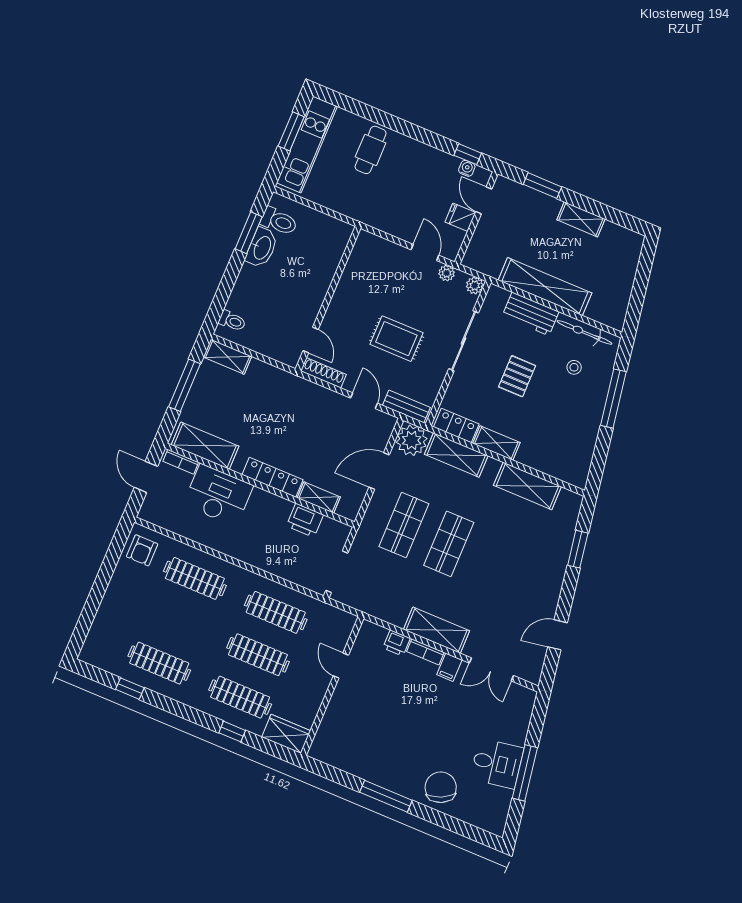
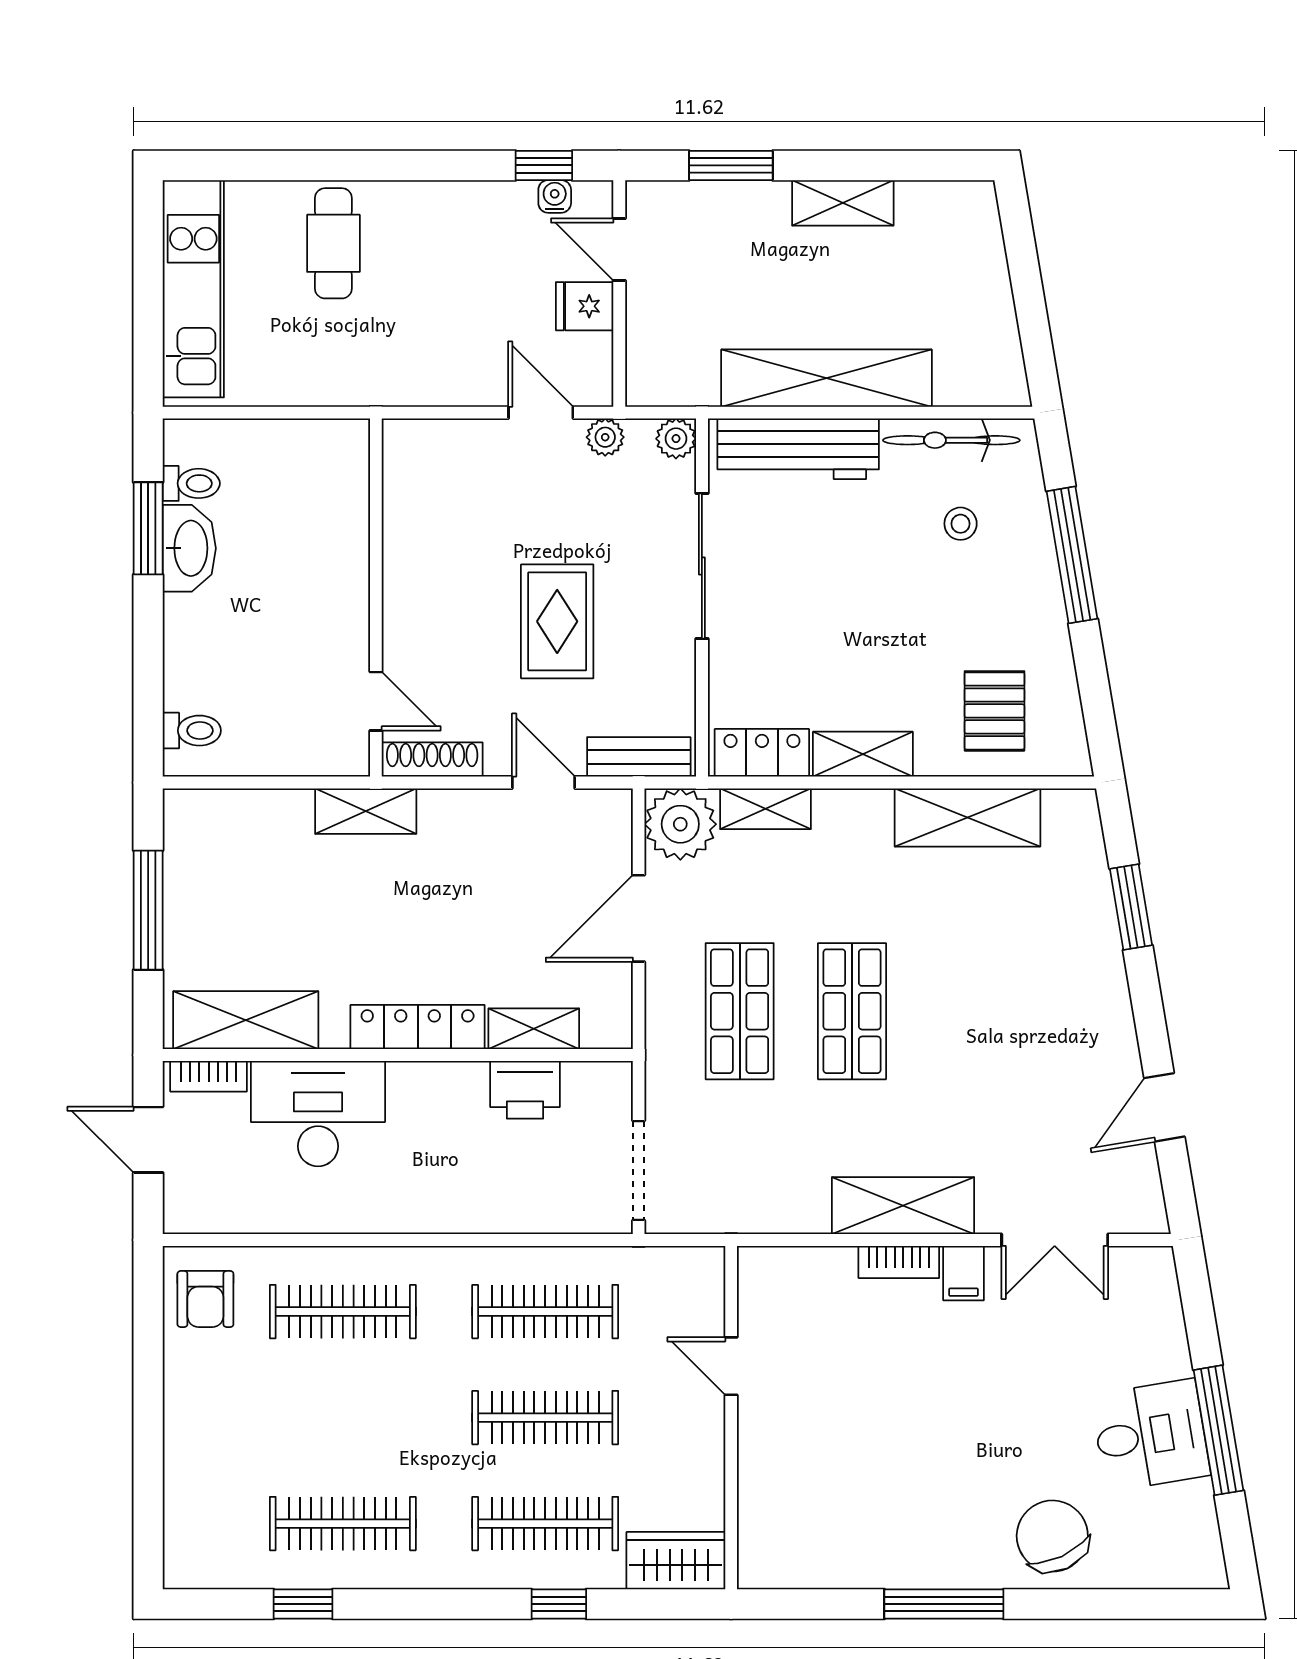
window: (291, 131) -> (148, 275), removed
toilet: (279, 221) -> (191, 483), width x0.73, depth x0.72
workbench: (531, 314) -> (798, 449), width x1.38
rug: (396, 339) -> (557, 621), turned 90
shelving: (228, 357) -> (366, 811), moved
pallet: (517, 376) -> (994, 711), moved
shelving: (456, 455) -> (766, 809), width x0.67, depth x0.75
printer: (397, 643) -> (829, 1269), removed

